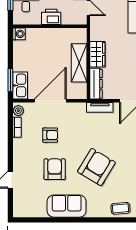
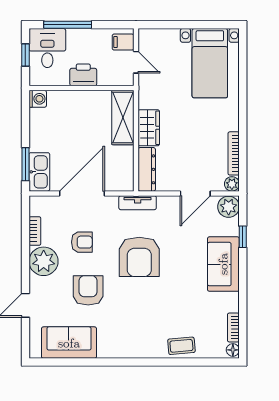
shelving: (79, 63) -> (123, 118), moved
tv unit: (100, 107) -> (138, 203), moved
plant: (18, 111) -> (44, 261), moved, width x1.88, depth x1.88
armchair: (96, 167) -> (139, 257), moved, turned 149
sofa: (67, 206) -> (69, 343), moved

